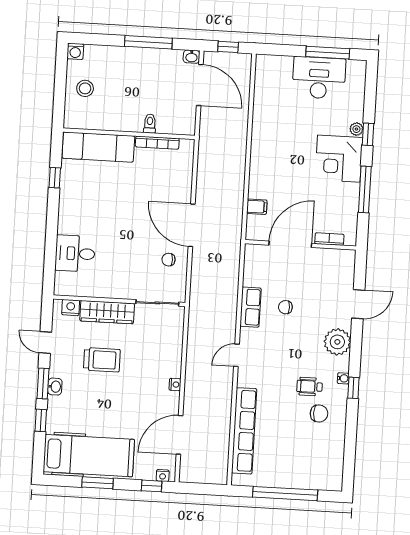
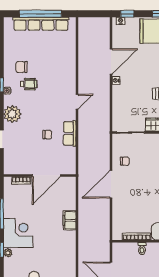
filing cabinet: (257, 207) -> (70, 220), moved, width x2.00
door: (192, 225) -> (111, 184), swing flipped
row of seats: (244, 431) -> (41, 24), moved, turned -90
door: (180, 435) -> (111, 62), moved

